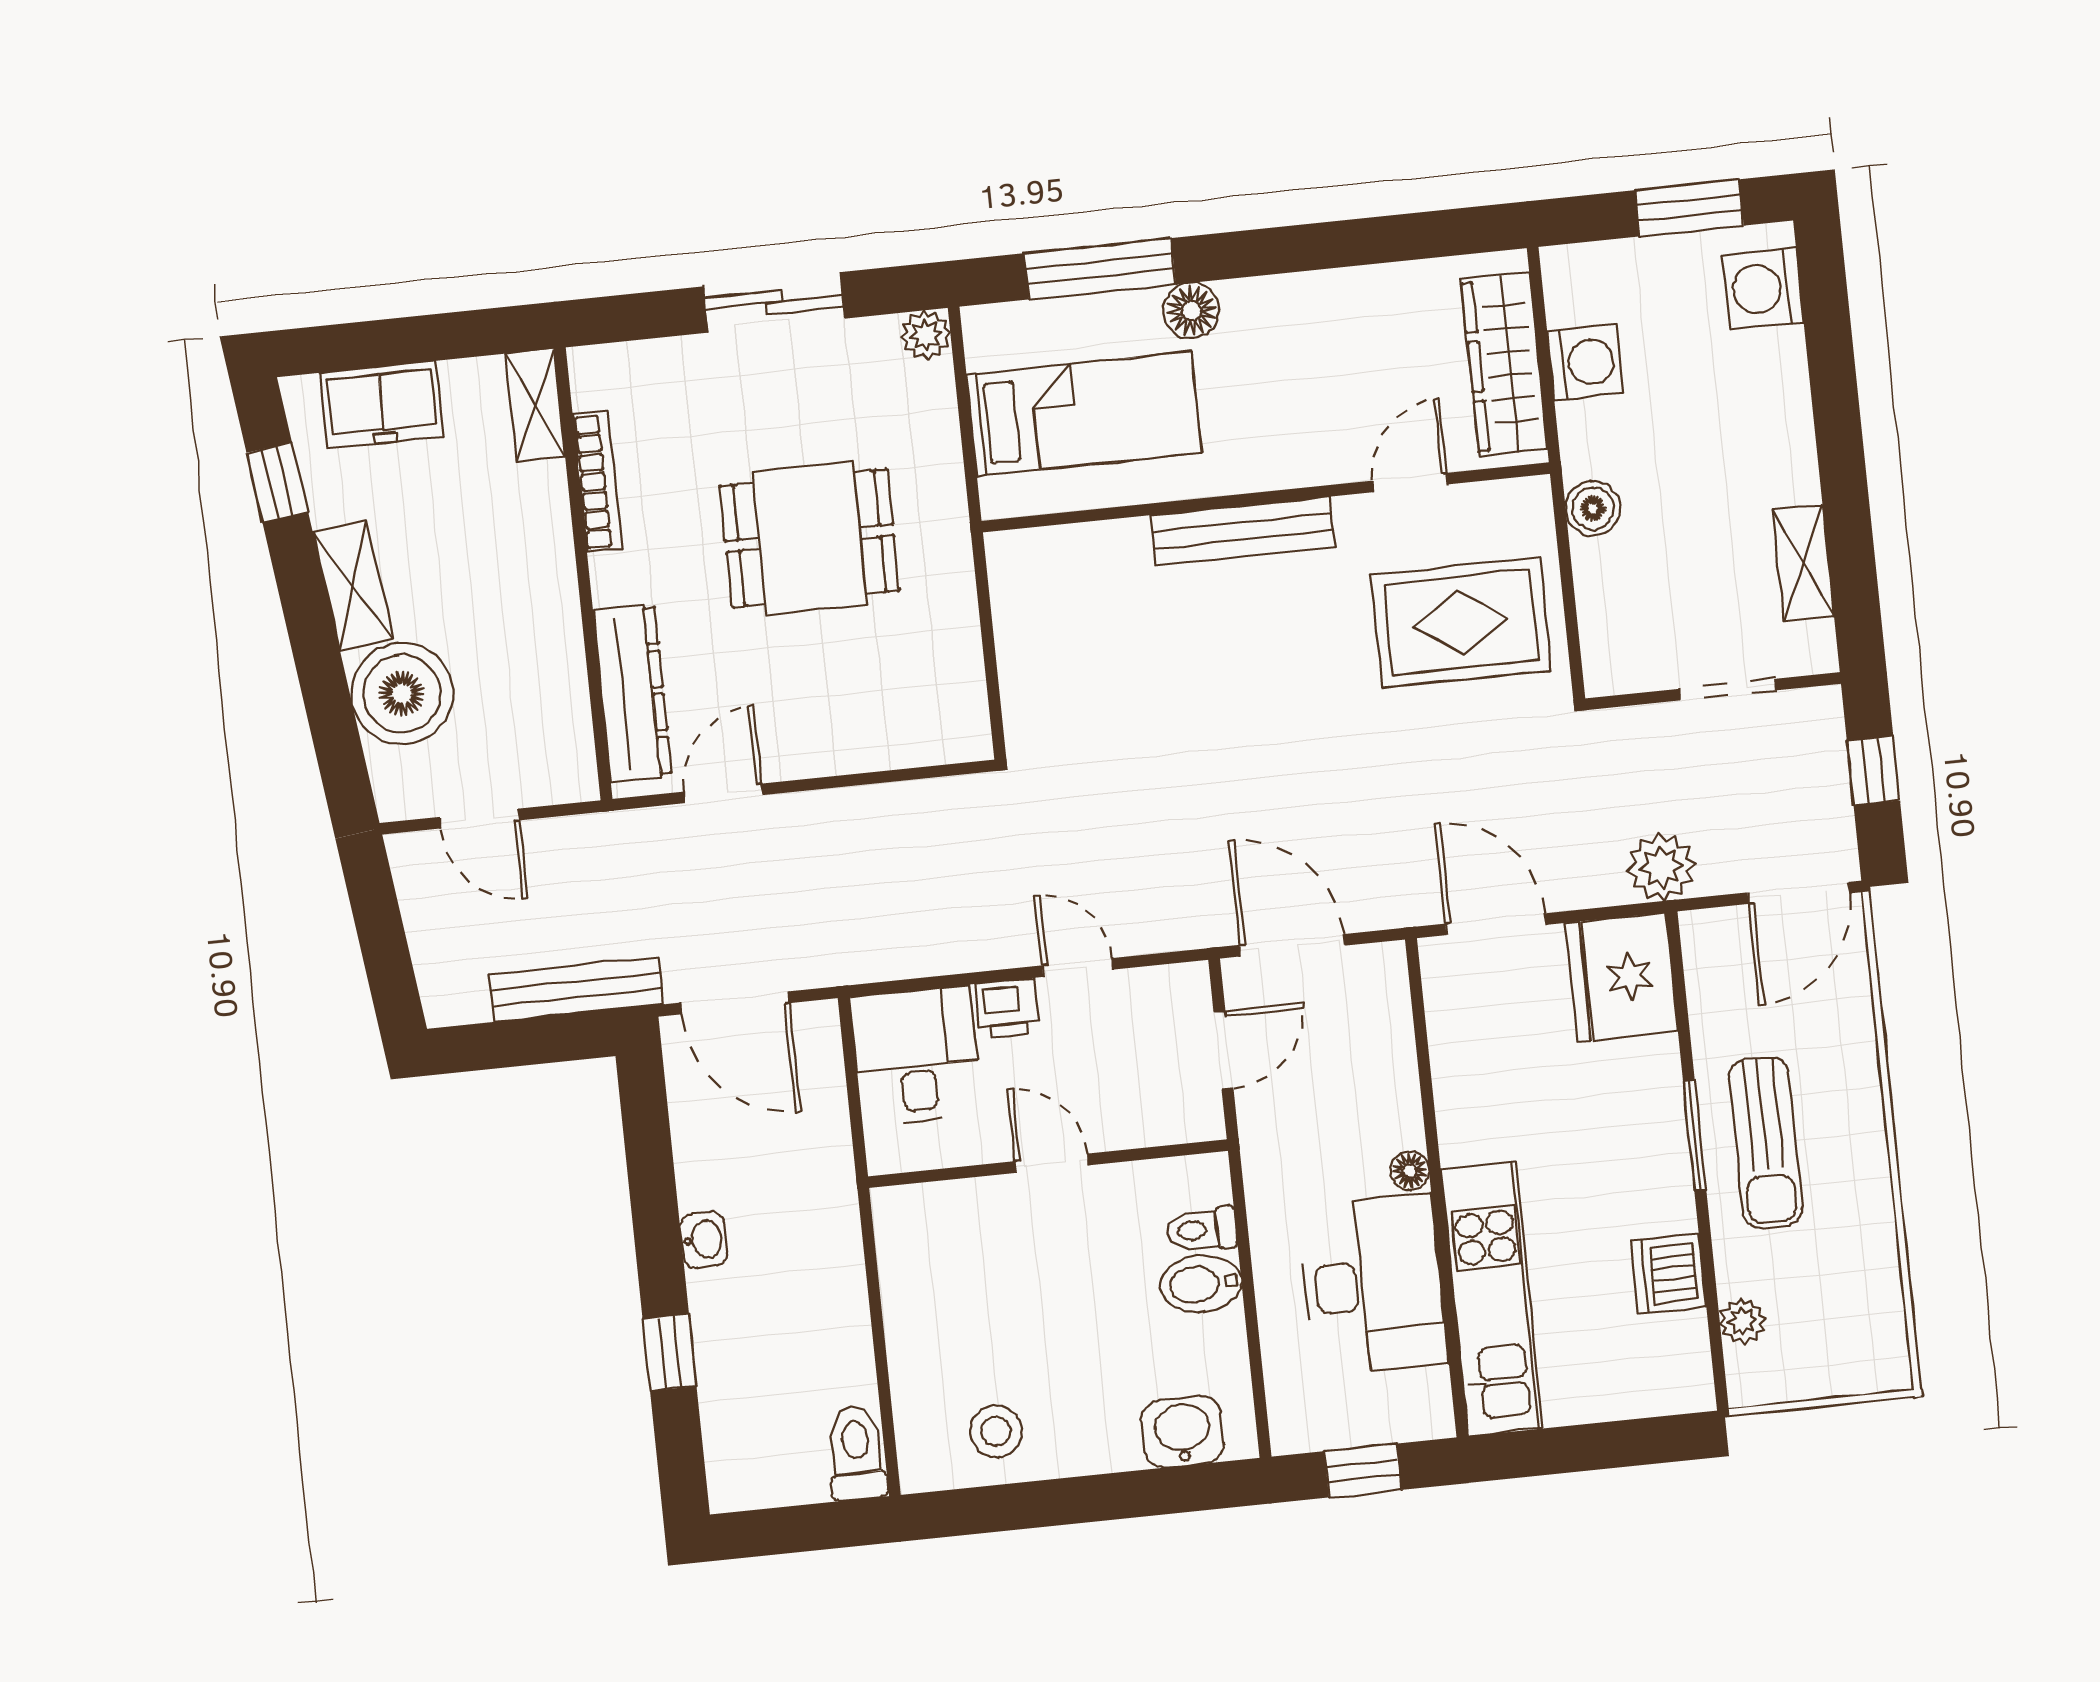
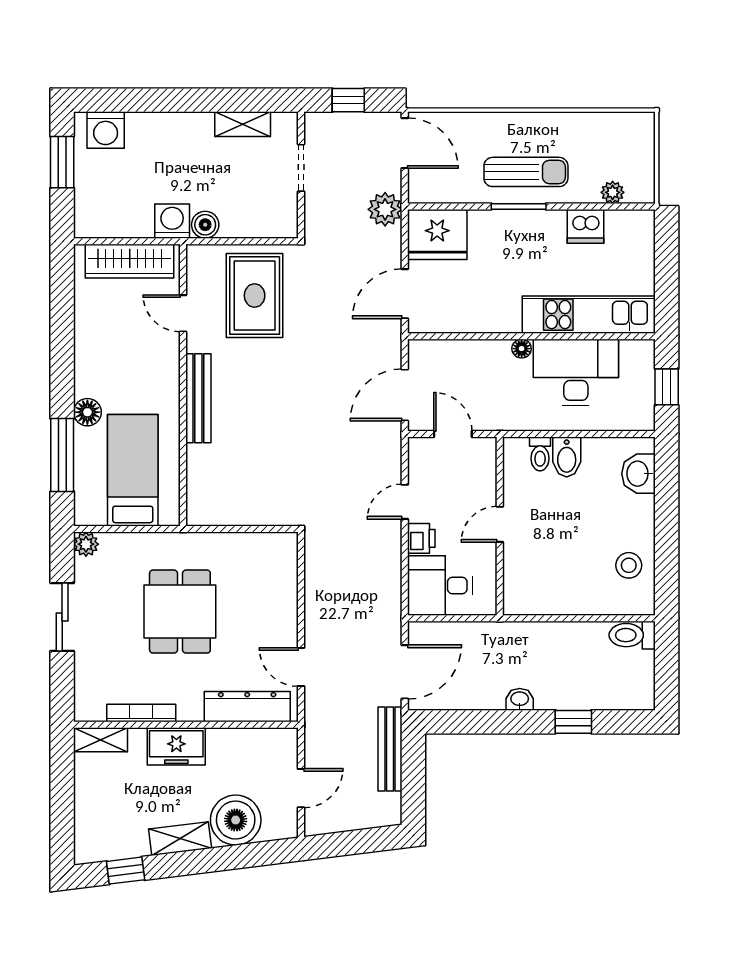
washing machine: (1585, 362) -> (172, 221), moved
freezer: (382, 405) -> (176, 746), moved, turned 90

